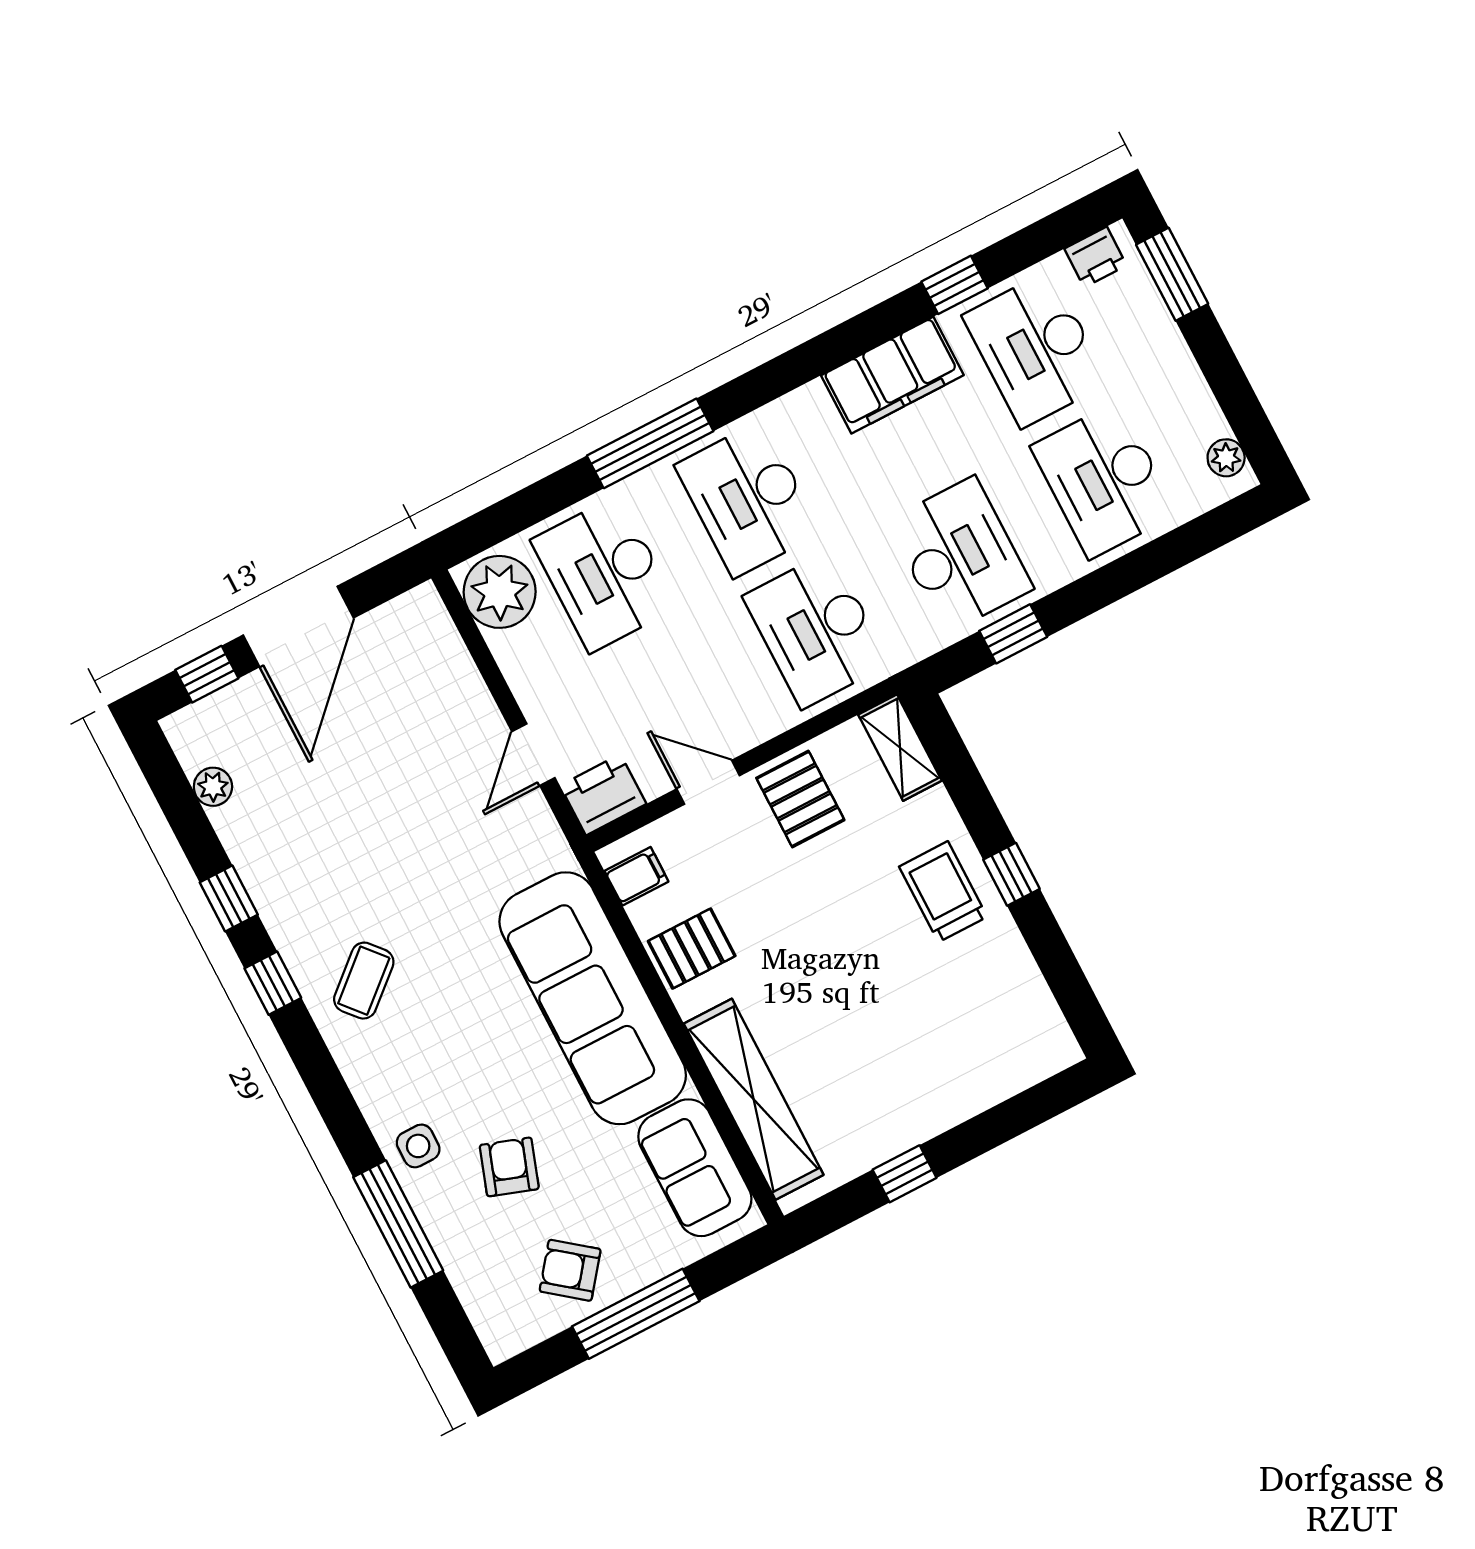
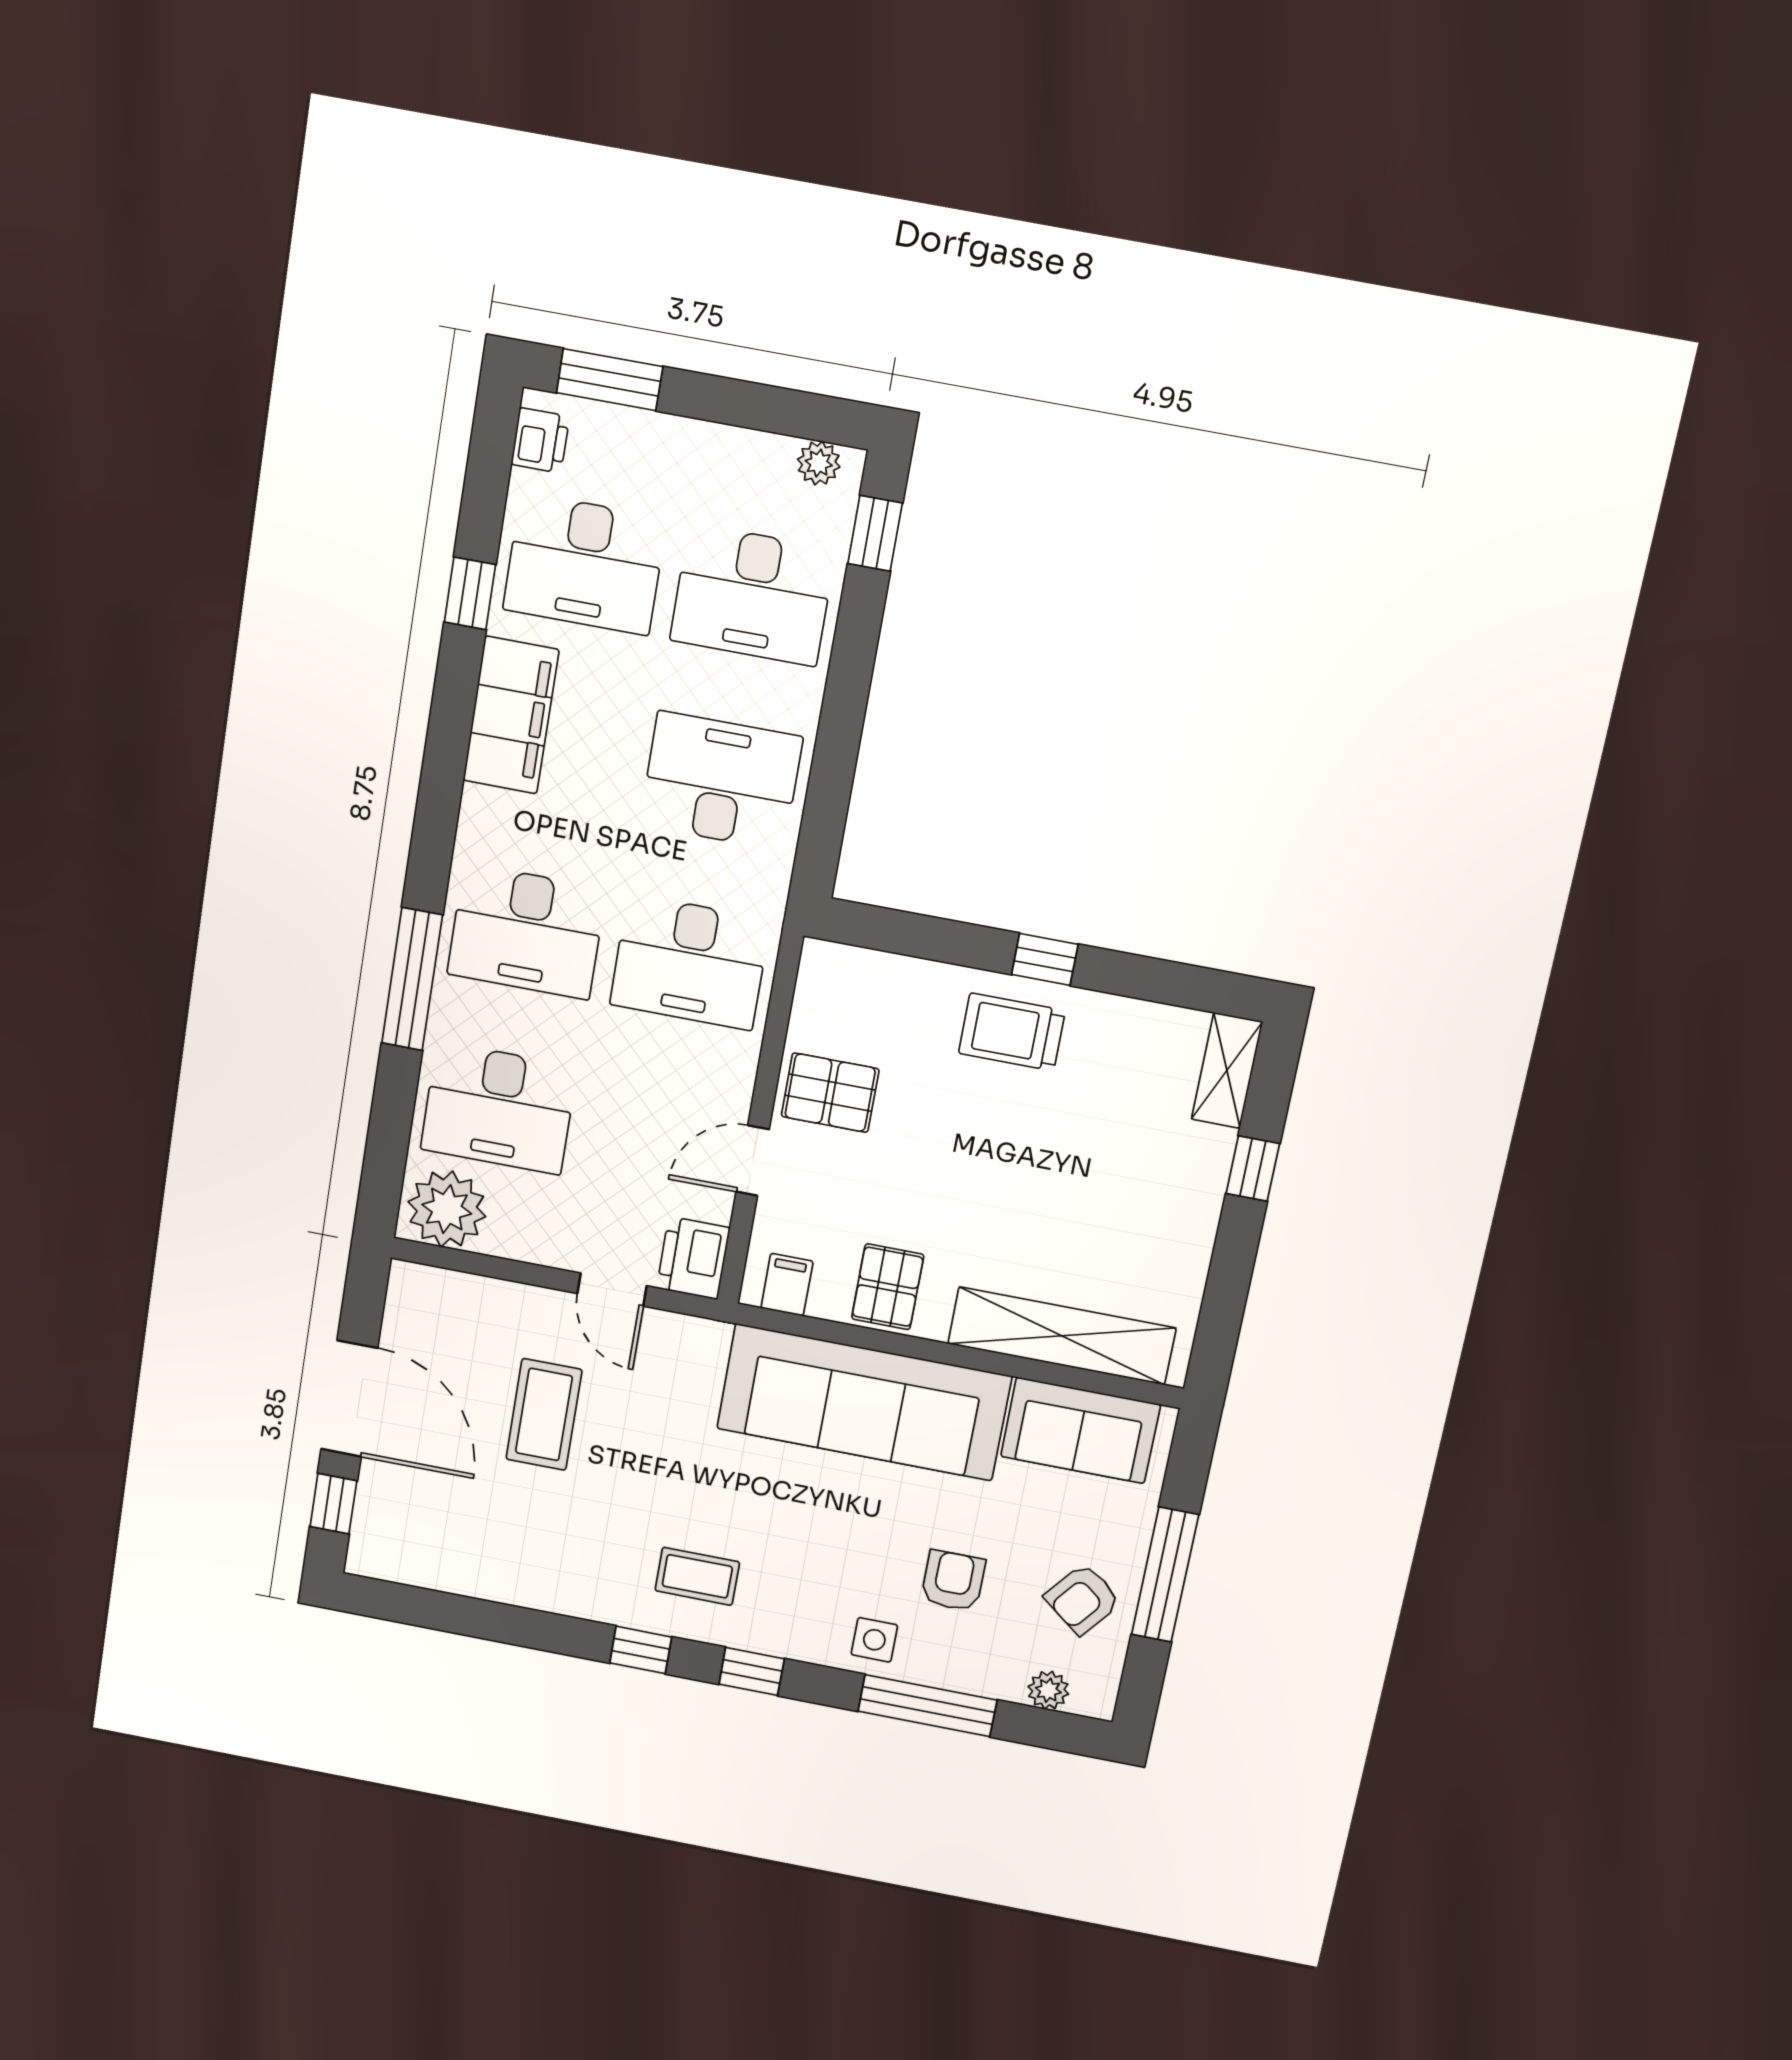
window: (1013, 634) -> (875, 533), moved
shelving: (900, 748) -> (1227, 1071), moved, turned 90
coffee table: (400, 776) -> (544, 1414), added
plant: (213, 787) -> (1048, 1690), moved
window: (229, 898) -> (752, 1671), moved
coffee table: (364, 981) -> (697, 1576), turned -49
armchair: (509, 1167) -> (953, 1581), turned 71
window: (905, 1174) -> (1253, 1168), moved

